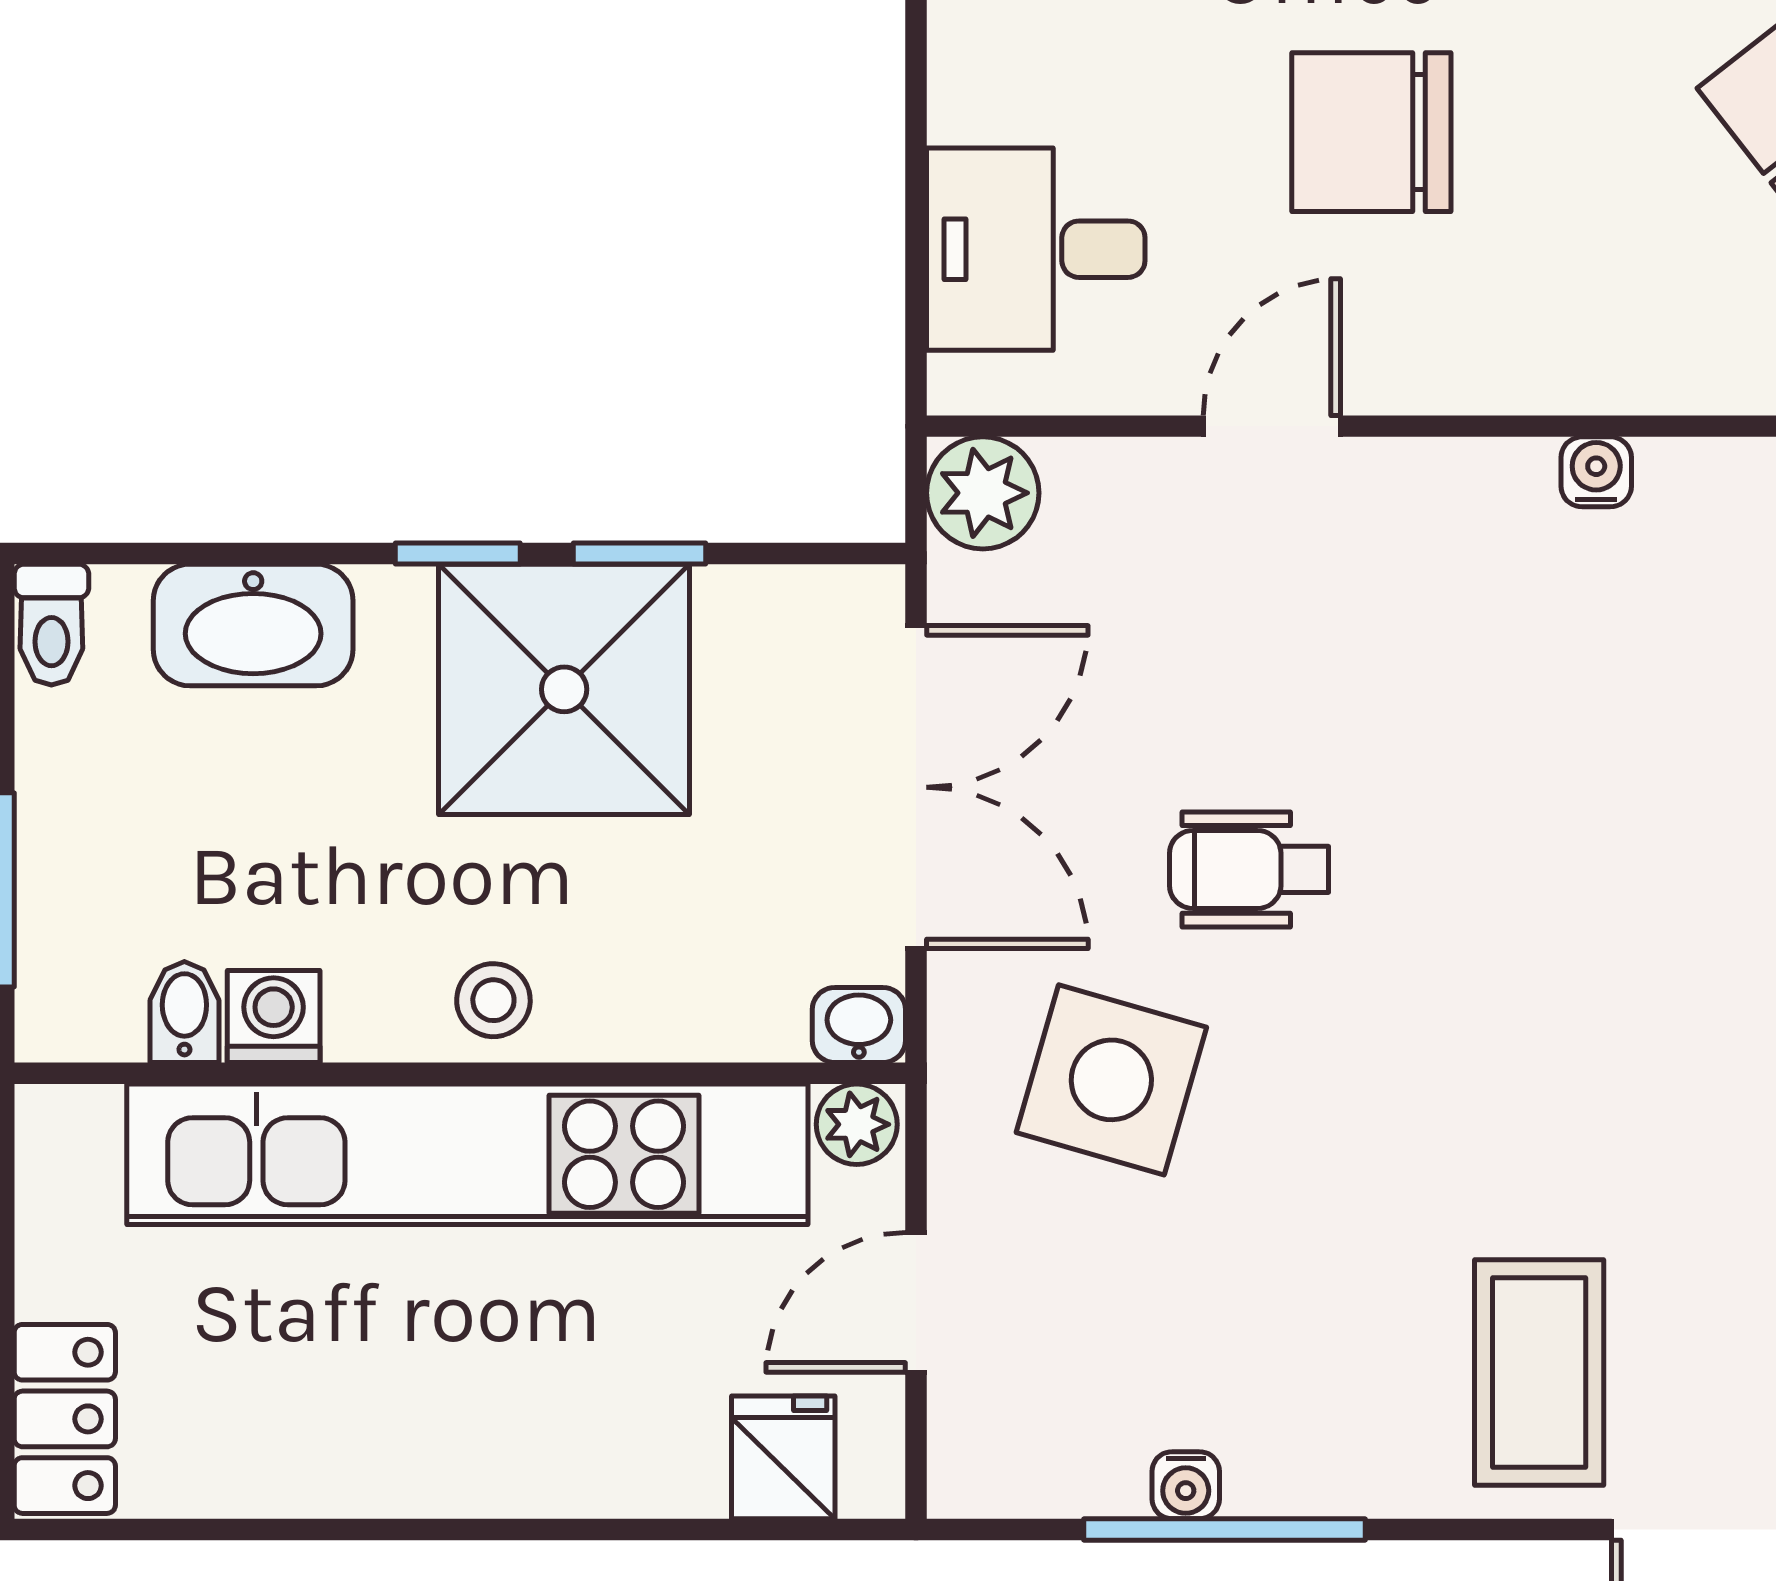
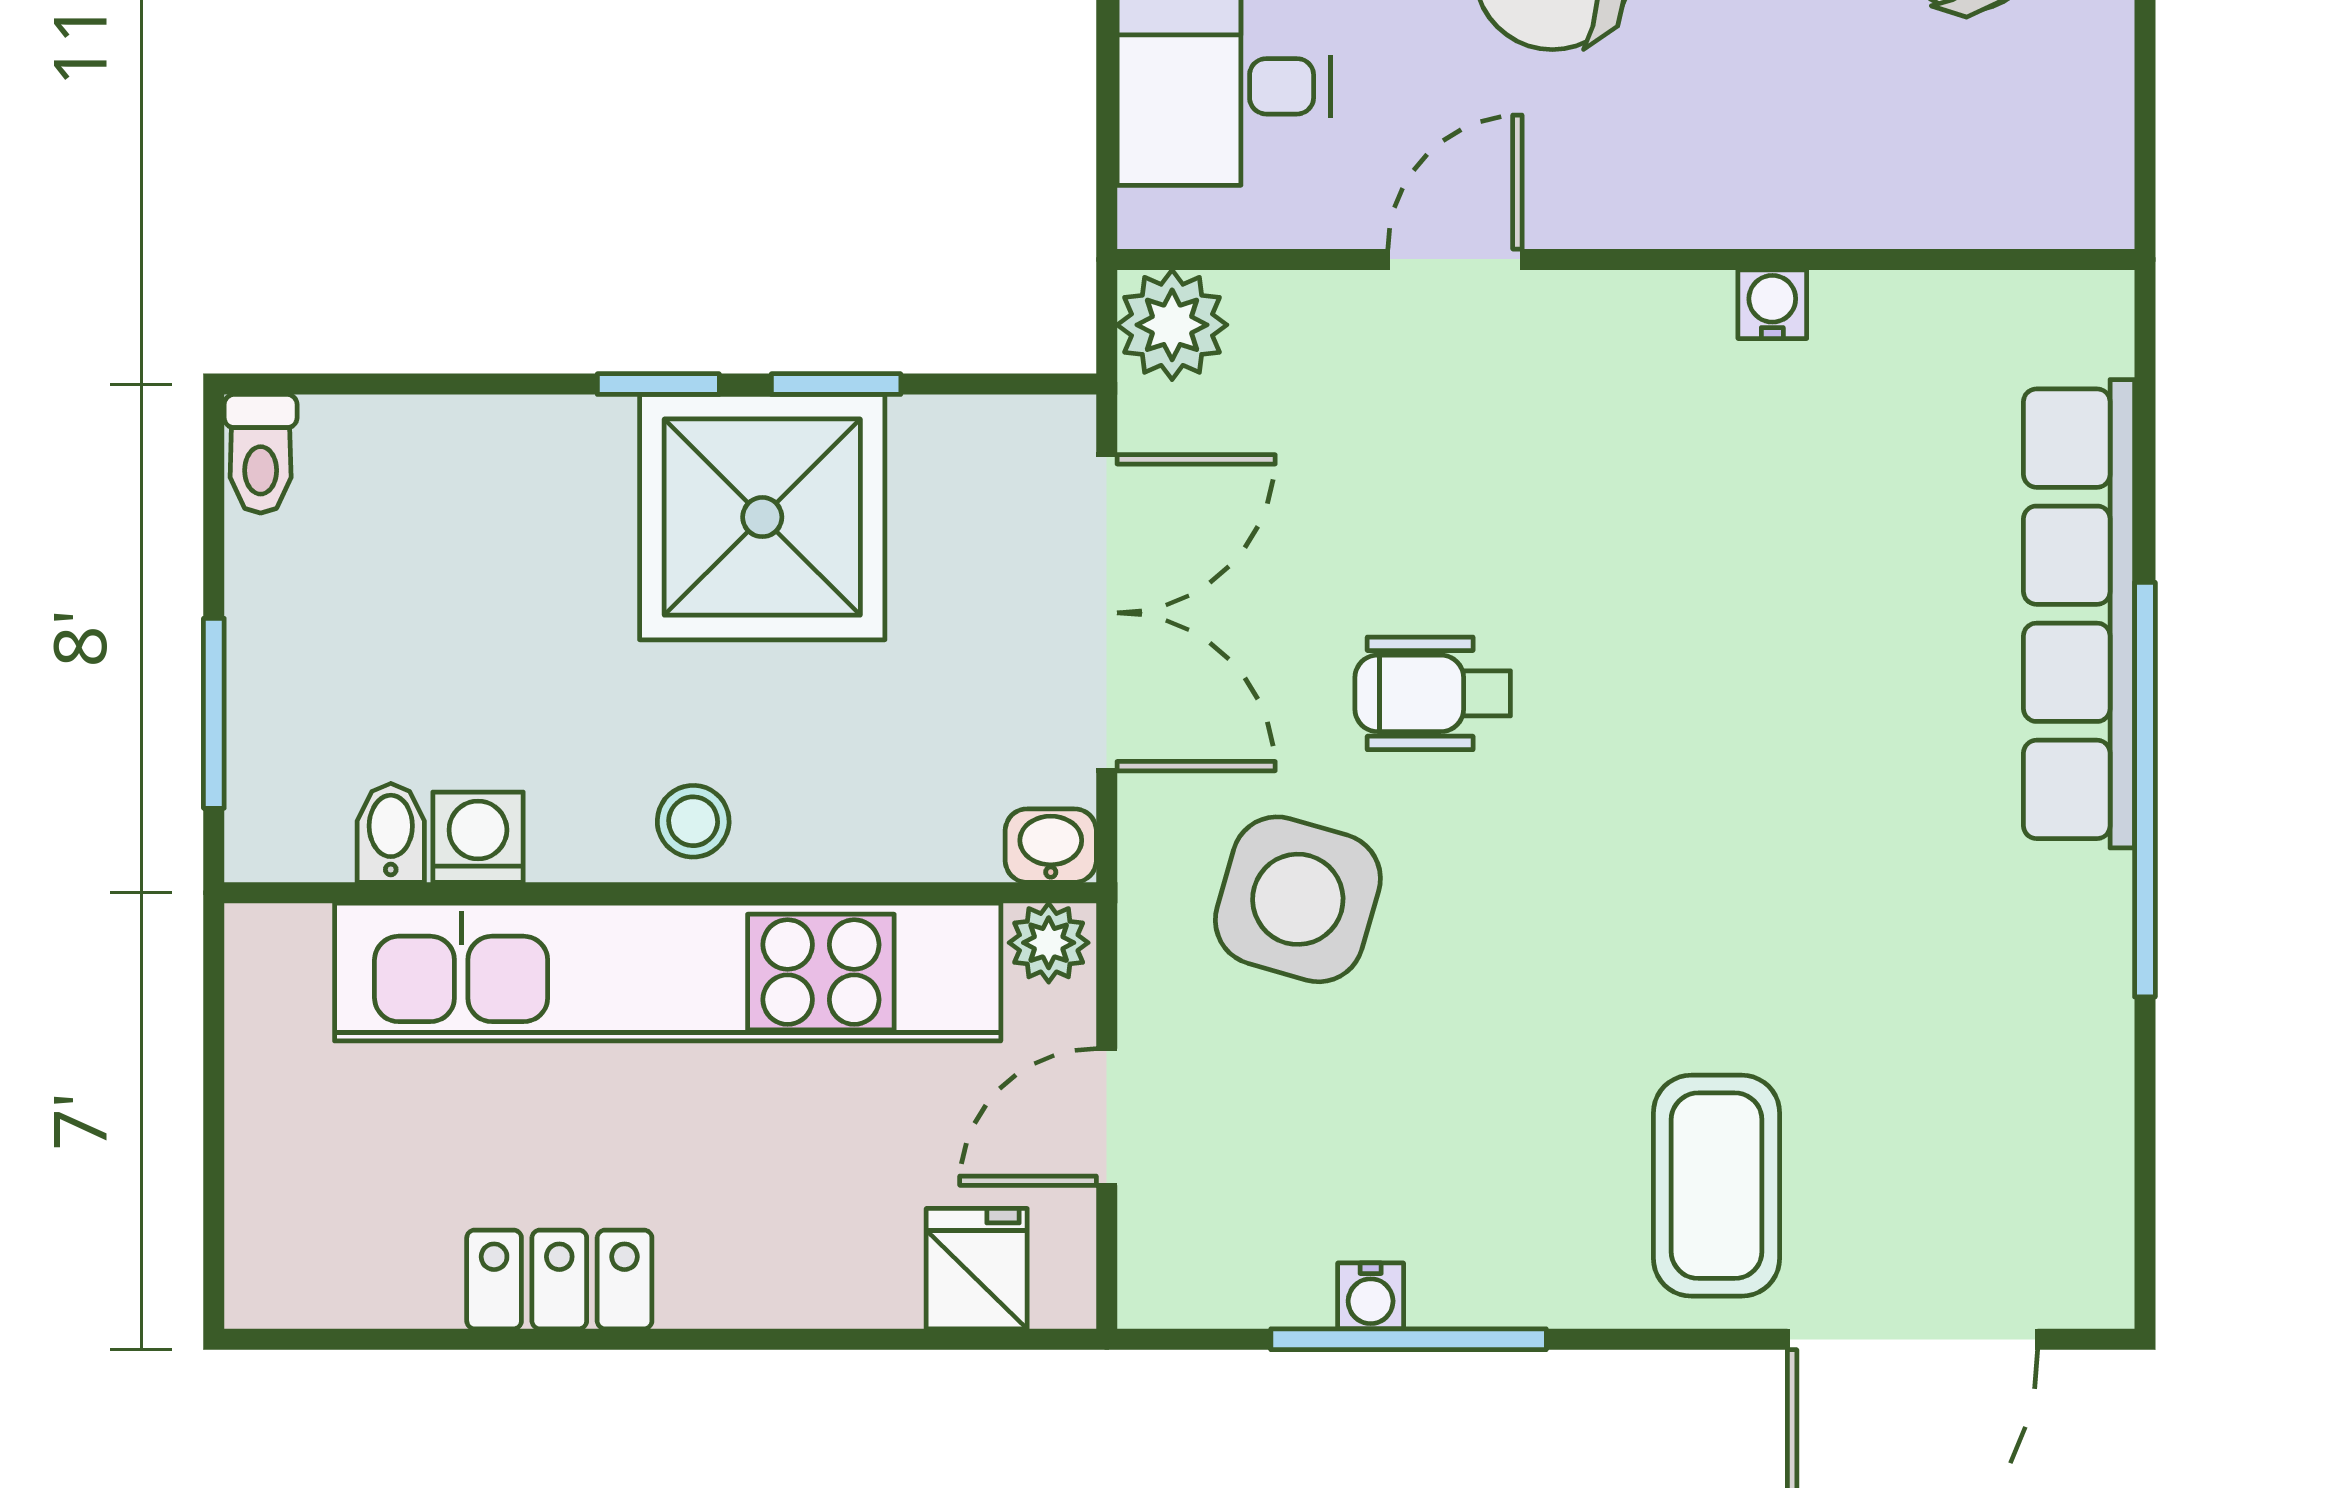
washbasin: (253, 625) -> (458, 454), removed
locker: (65, 1419) -> (559, 1279), moved, turned -90

